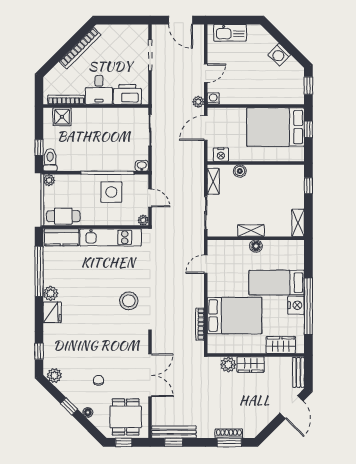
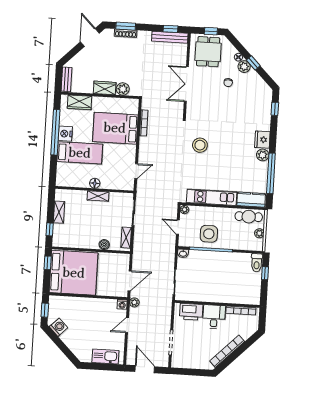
washing machine: (279, 55) -> (58, 327), moved
shower: (62, 117) -> (245, 297), removed
bed: (276, 127) -> (74, 273), width x1.36
window: (308, 129) -> (48, 263), moved
nightstand: (221, 155) -> (119, 259), removed
plant: (49, 180) -> (259, 233), moved
shelving: (298, 223) -> (59, 212), moved
plant: (54, 375) -> (244, 67), moved
door: (292, 407) -> (90, 37), moved

